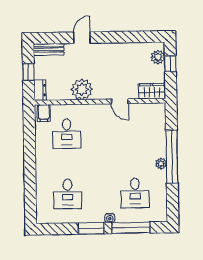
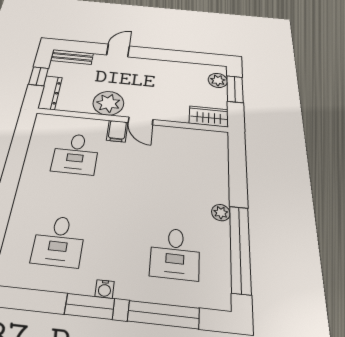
window: (170, 64) -> (235, 89), width x1.50
dresser: (40, 90) -> (50, 93), width x1.44
door: (120, 101) -> (141, 121), moved
filing cabinet: (44, 113) -> (117, 131), moved
window: (172, 157) -> (240, 249), moved
water cooler: (110, 218) -> (105, 289), moved

